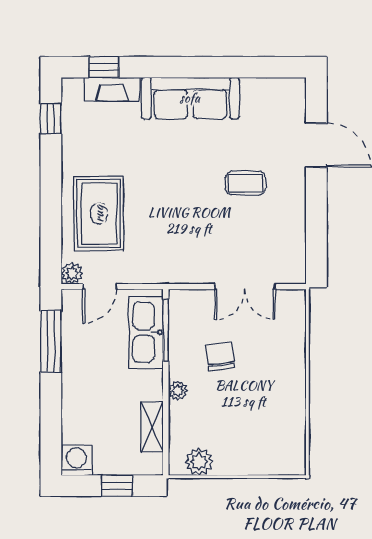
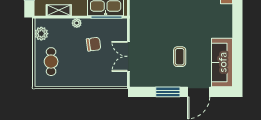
sofa: (190, 98) -> (222, 62), moved
window: (316, 207) -> (168, 92), added
cafe table: (255, 442) -> (51, 62), added

